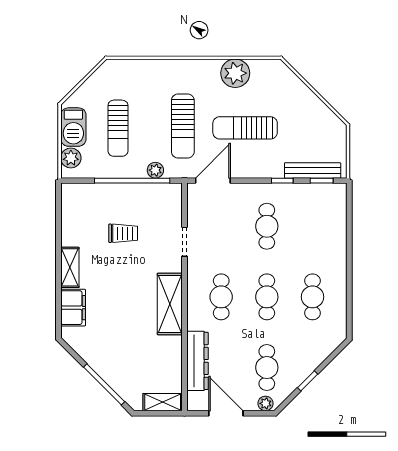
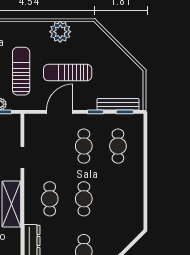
sun lounger: (183, 126) -> (21, 71), turned 180
door: (213, 181) -> (60, 112), moved
cafe table: (313, 297) -> (118, 146), moved

